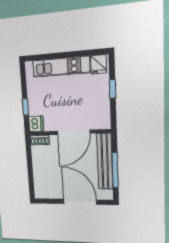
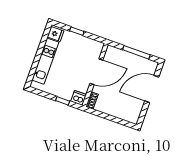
door: (74, 132) -> (96, 72), hinge flipped
bench: (105, 162) -> (127, 57), removed

